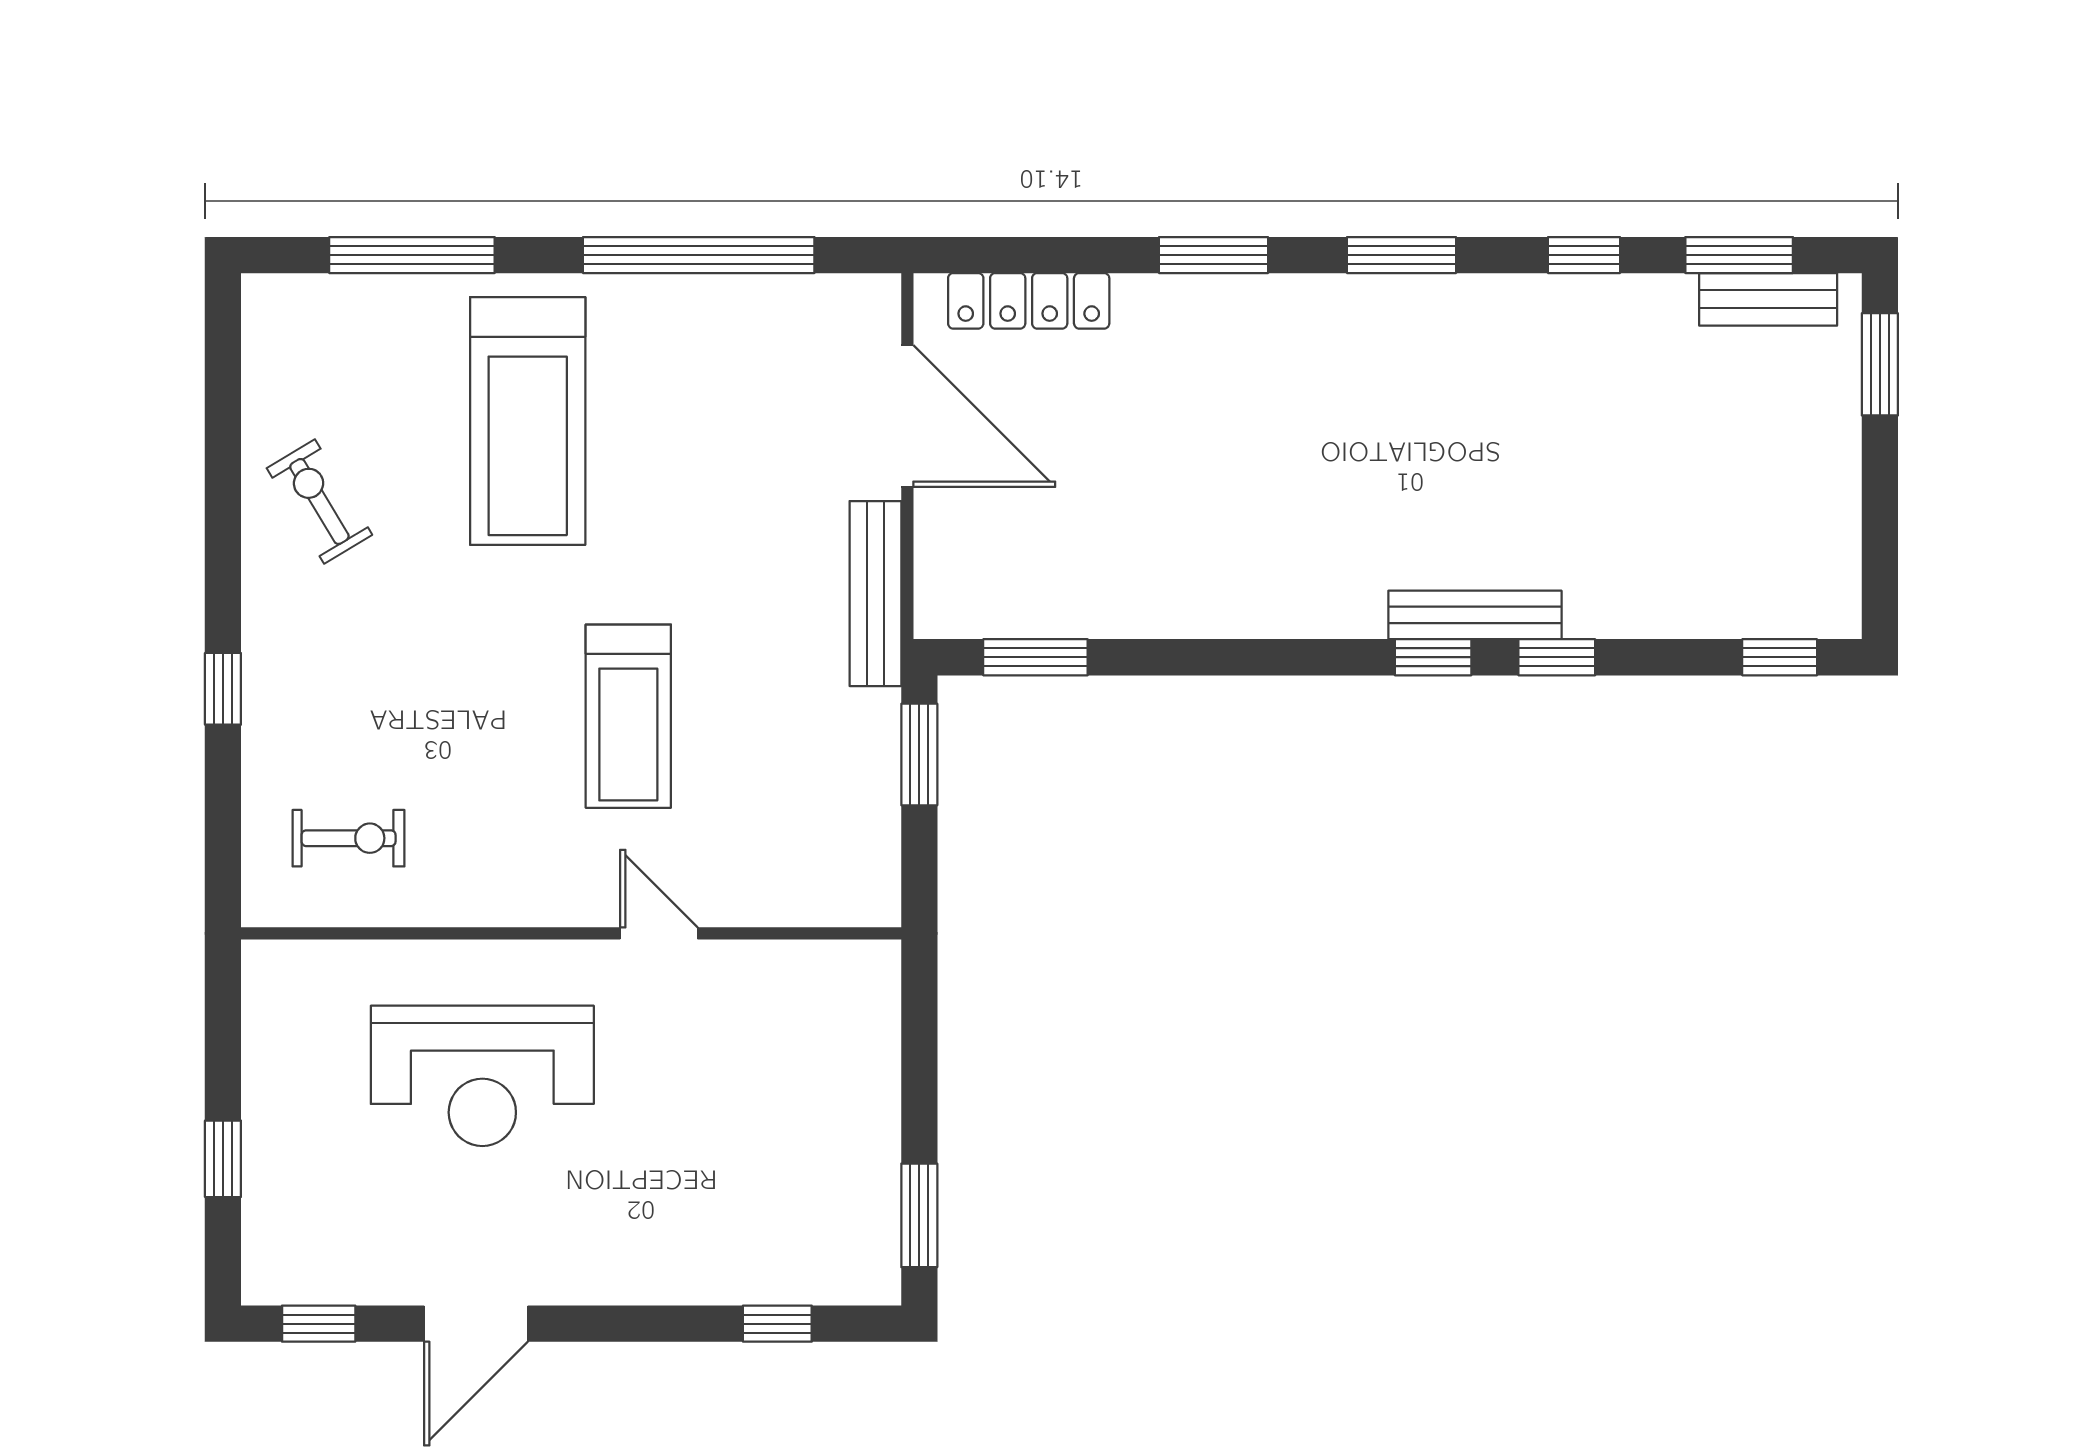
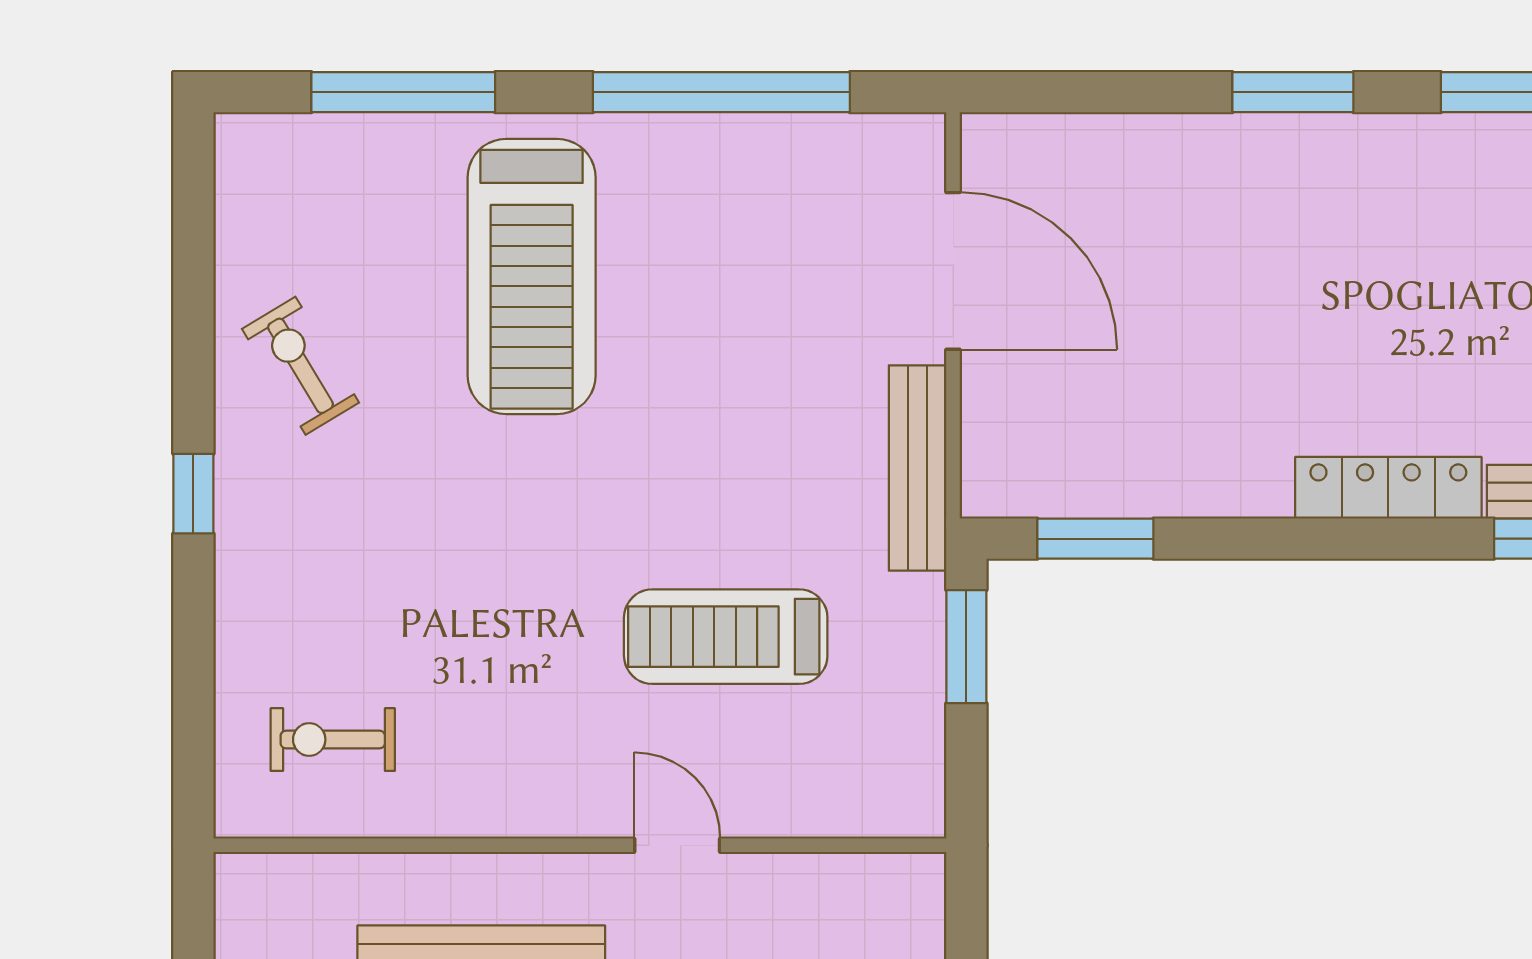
locker: (1029, 301) -> (1388, 488), moved, turned 180
window: (223, 689) -> (193, 494), moved
treadmill: (628, 716) -> (726, 637), moved, turned 90
exercise bike: (349, 838) -> (333, 740), turned 180

